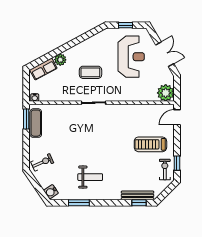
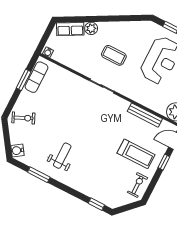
window: (26, 119) -> (24, 80), moved
treadmill: (150, 144) -> (136, 154), turned 180
window: (177, 163) -> (164, 162), moved
weight bench: (90, 177) -> (62, 156), turned -90
bench: (137, 195) -> (145, 115), moved

